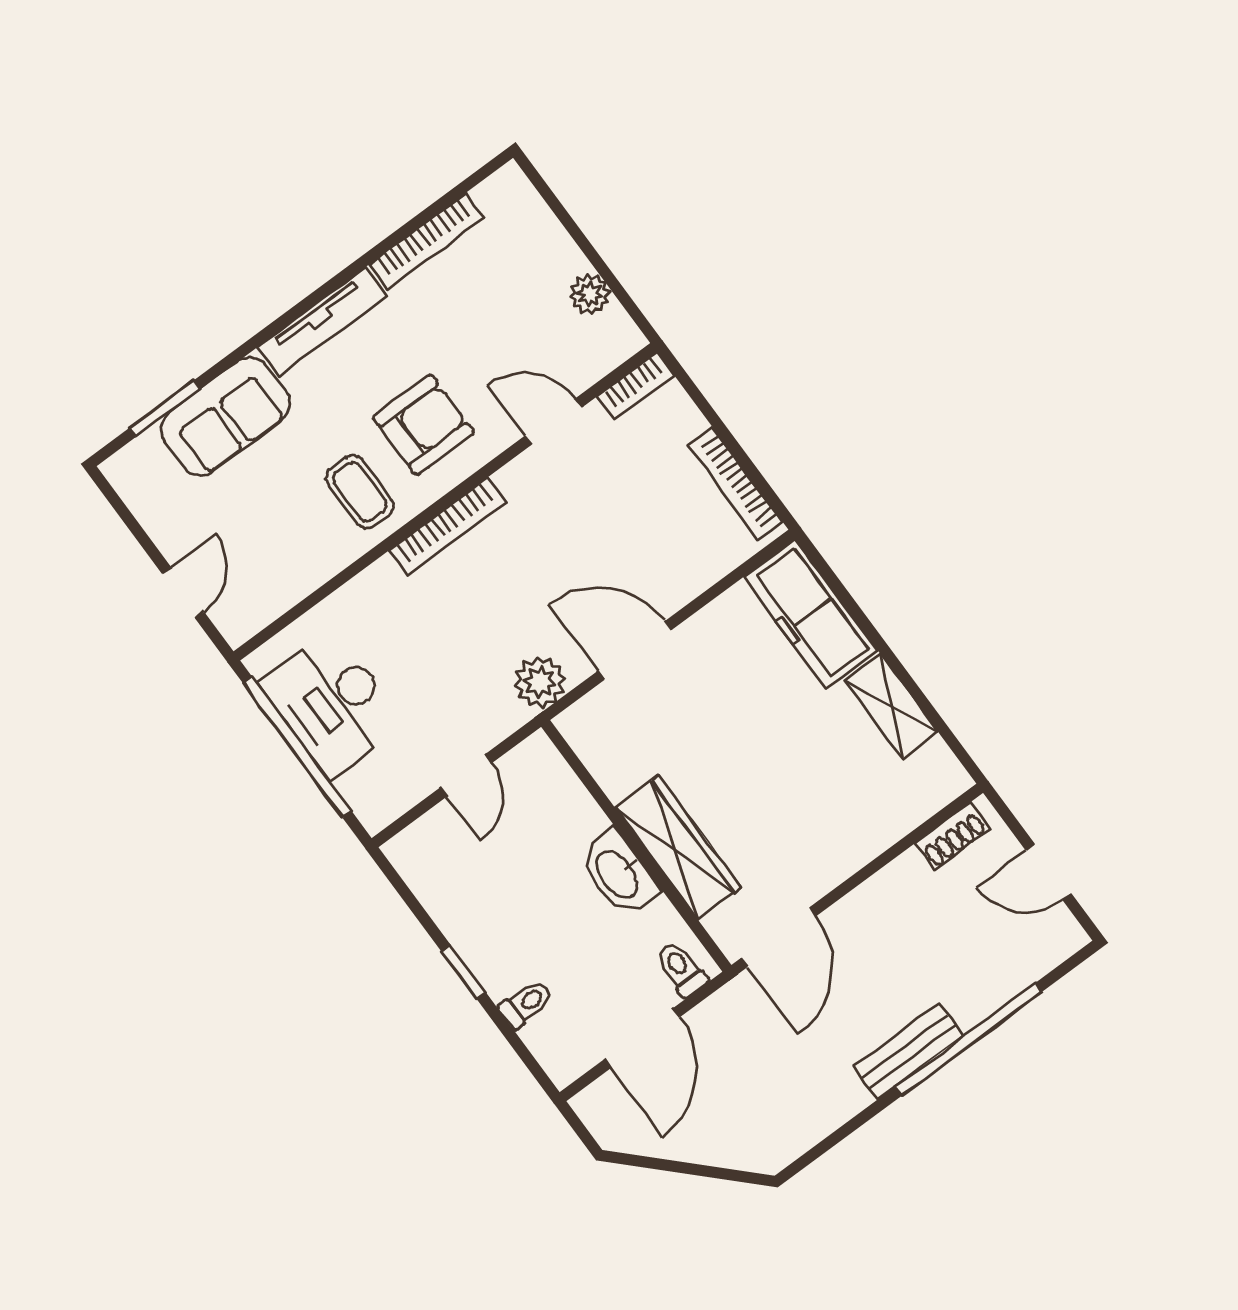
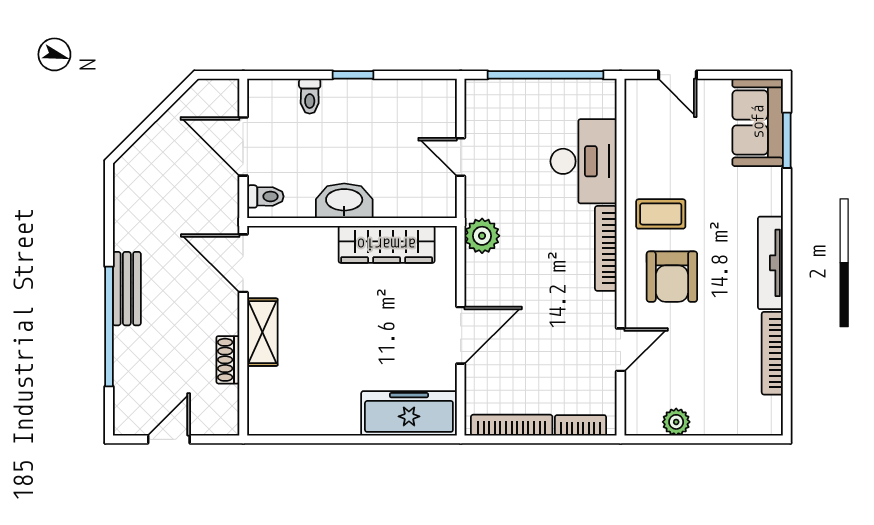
bookcase: (636, 386) -> (581, 425), moved, turned 90
sofa: (225, 417) -> (758, 122), moved
door: (635, 651) -> (461, 335), moved
desk: (332, 704) -> (584, 161), moved, turned 90
shelving: (891, 706) -> (262, 332), moved, turned 90
shoe rack: (952, 836) -> (228, 360), moved
wardrobe: (678, 847) -> (387, 244), moved

